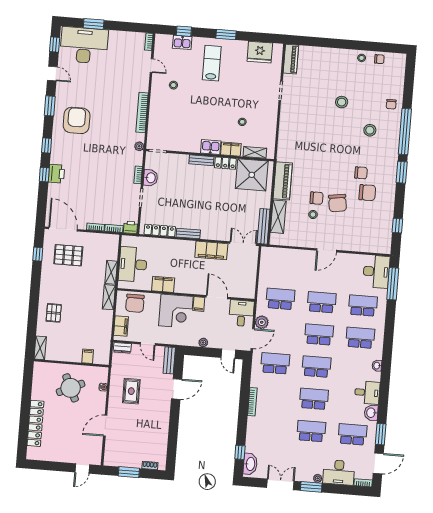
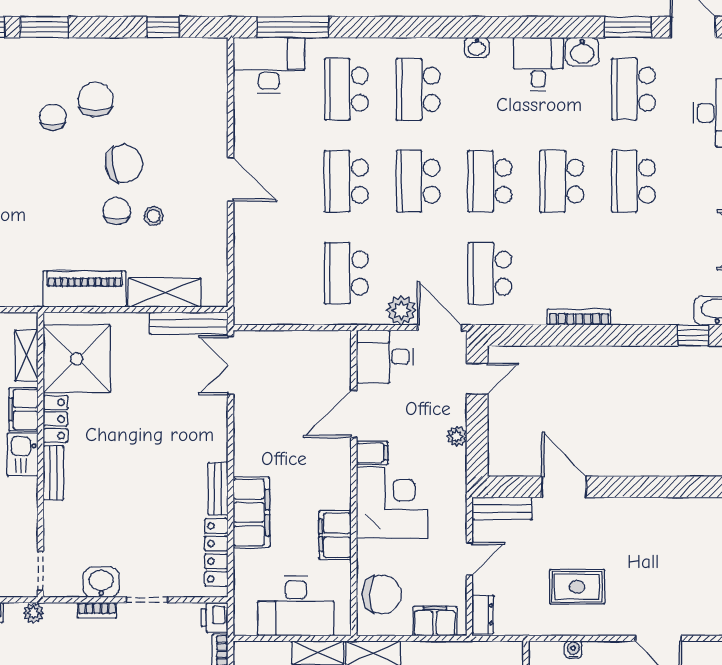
filing cabinet: (211, 250) -> (251, 512), moved

